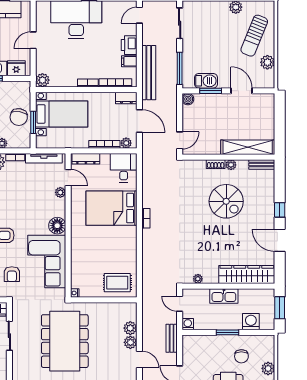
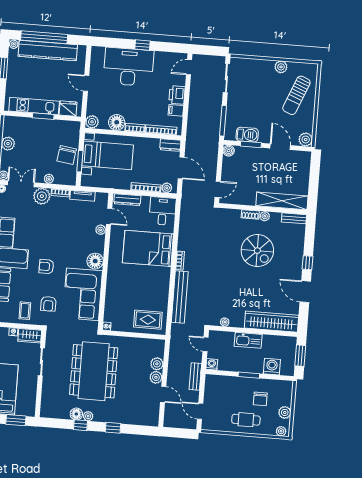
door: (33, 40) -> (86, 83), hinge flipped
plant: (267, 62) -> (306, 139), moved
bench: (149, 73) -> (180, 297), moved
floor lamp: (68, 79) -> (117, 122), added
tv unit: (44, 158) -> (82, 196), width x0.71

